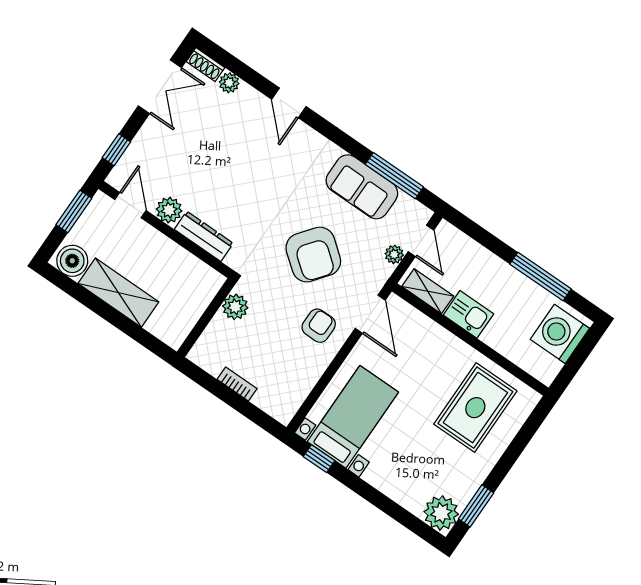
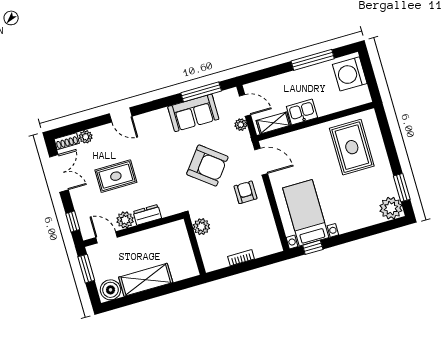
rug: (212, 157) -> (116, 176), added
dresser: (204, 236) -> (147, 215), width x0.70

